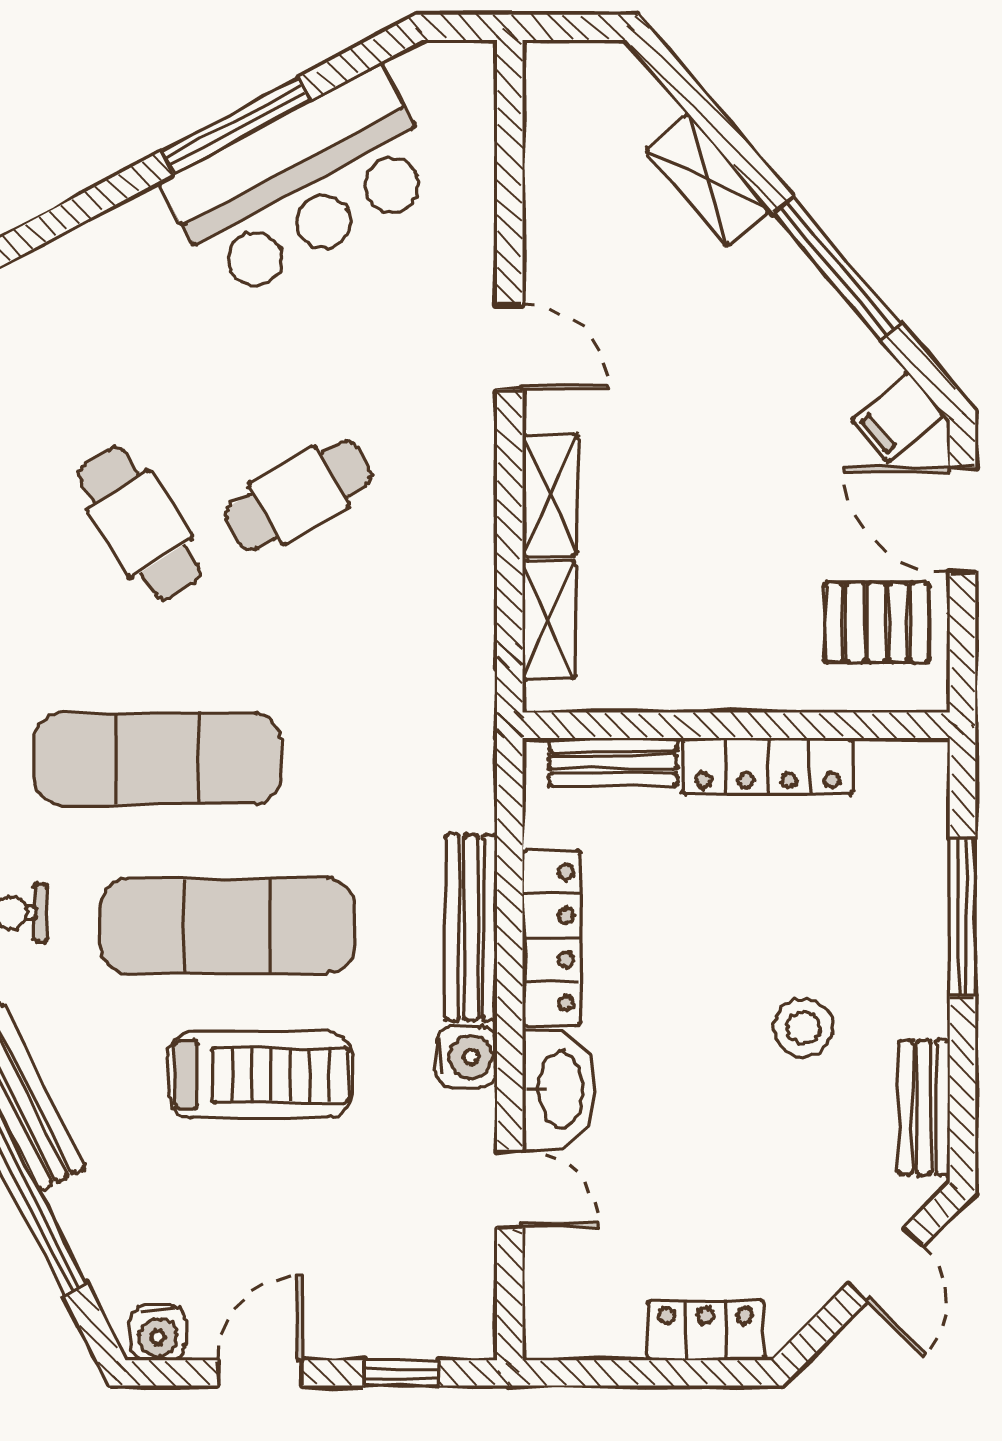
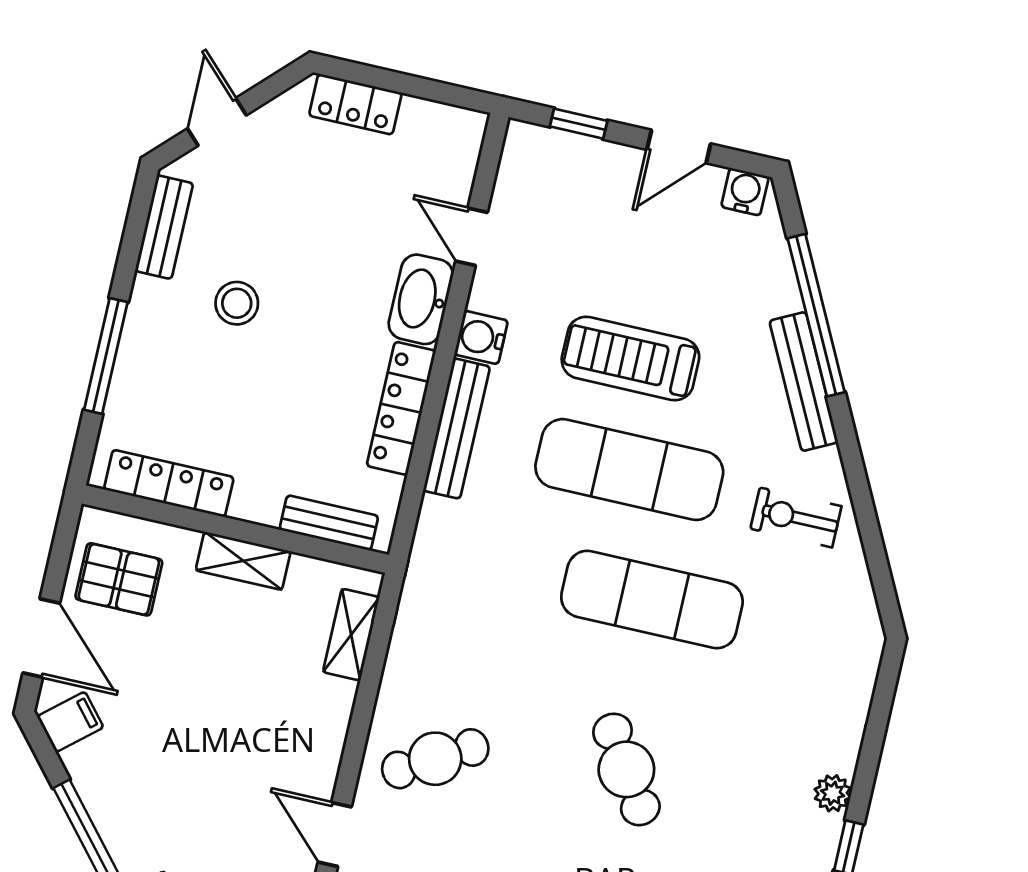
cafe table: (299, 495) -> (435, 759), moved
shelving: (550, 495) -> (243, 561), moved, turned 90
locker: (768, 766) -> (169, 483), moved

